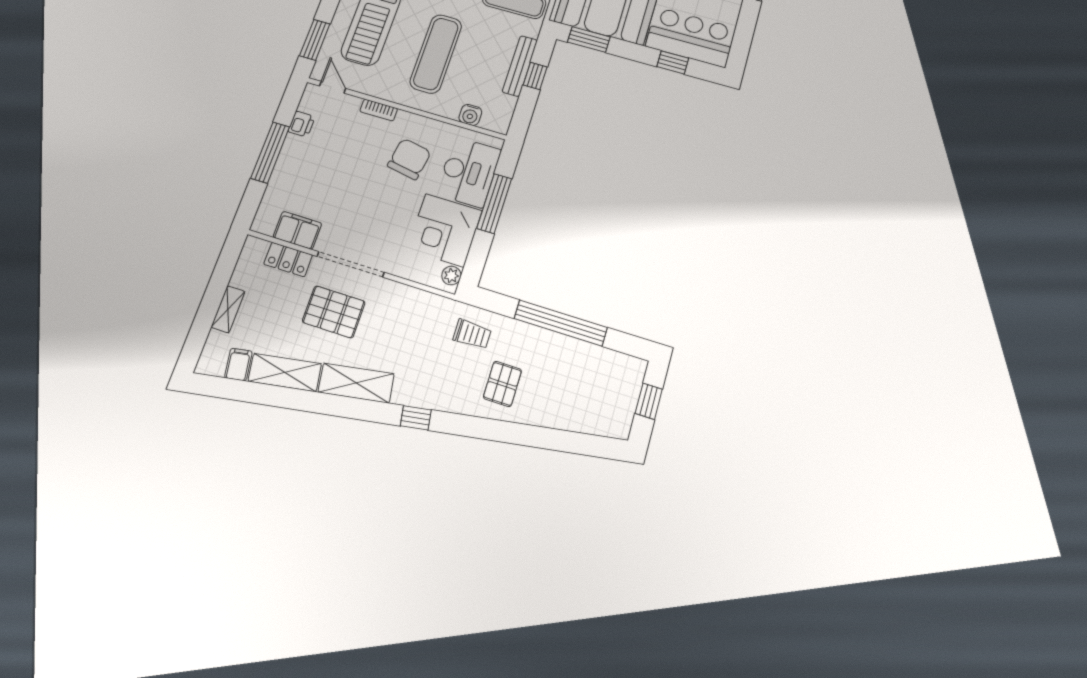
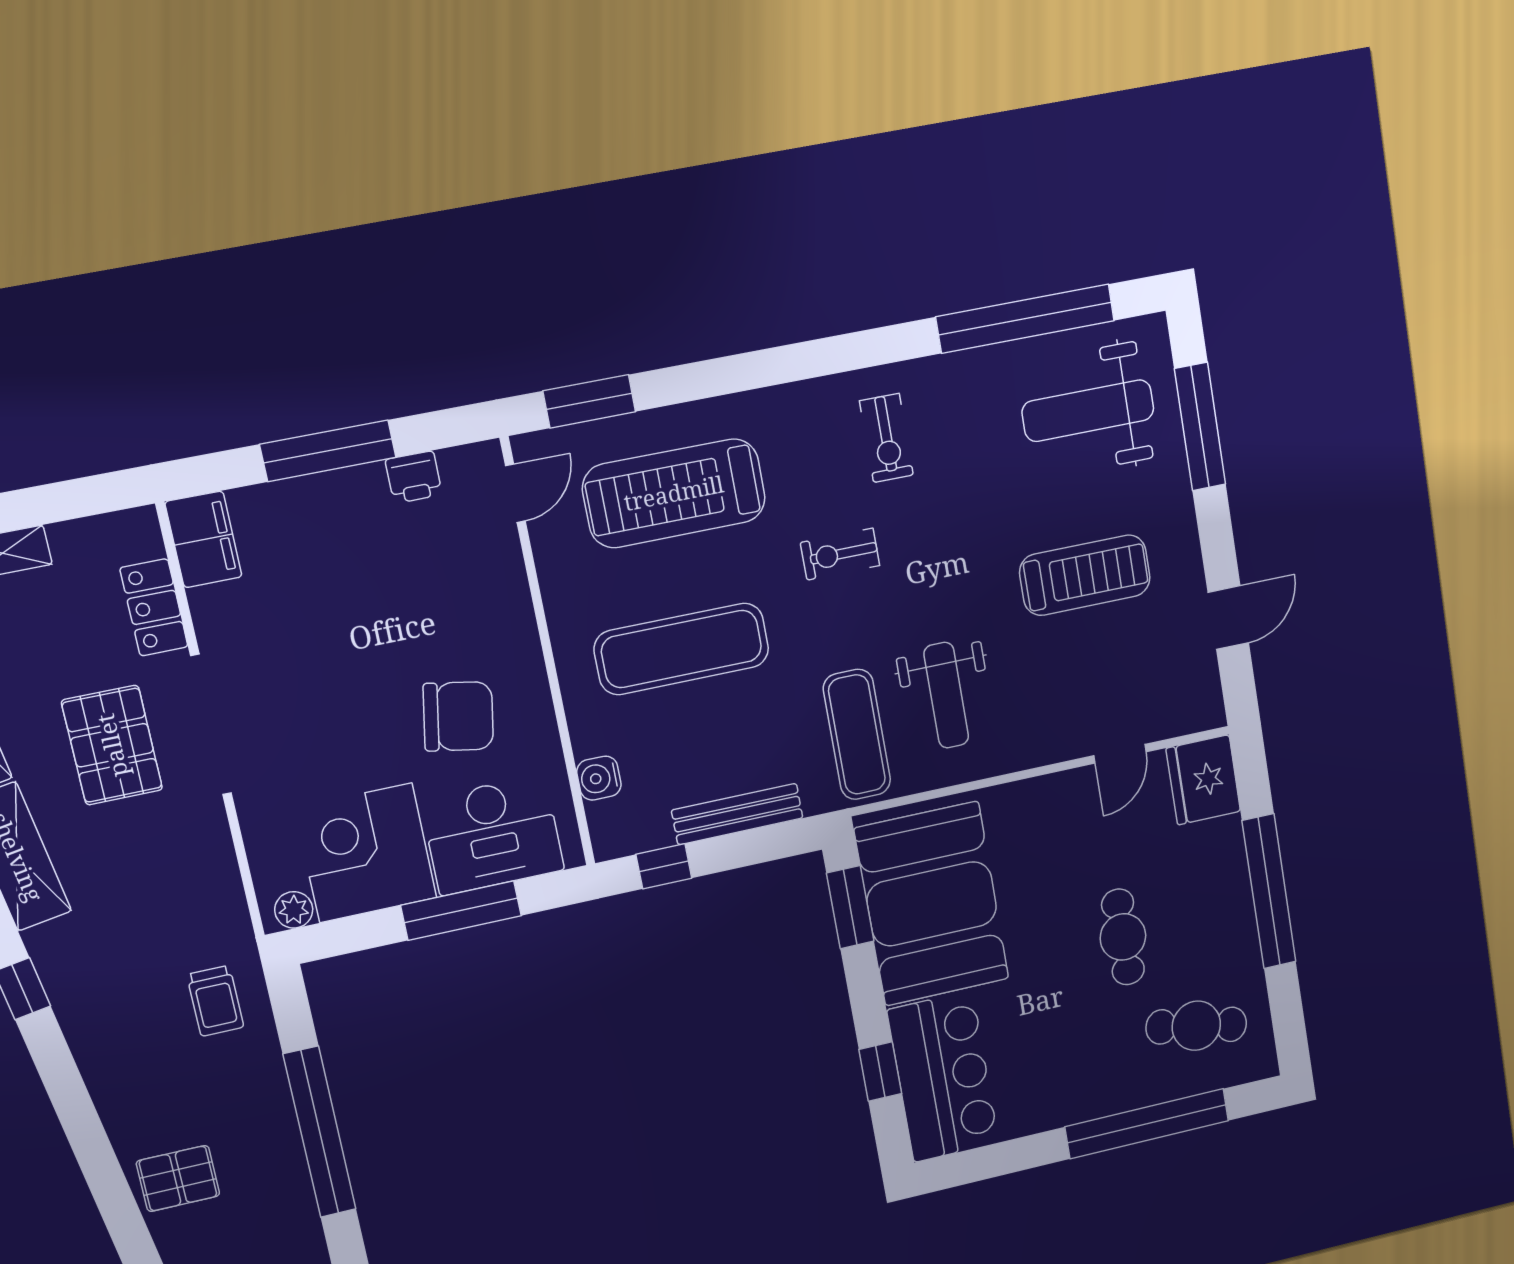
window: (535, 76) -> (664, 866), moved
bookcase: (379, 110) -> (519, 606), removed
filing cabinet: (297, 230) -> (203, 539), moved
pallet: (502, 384) -> (178, 1178), moved

